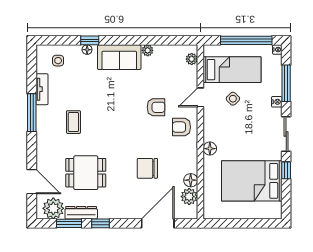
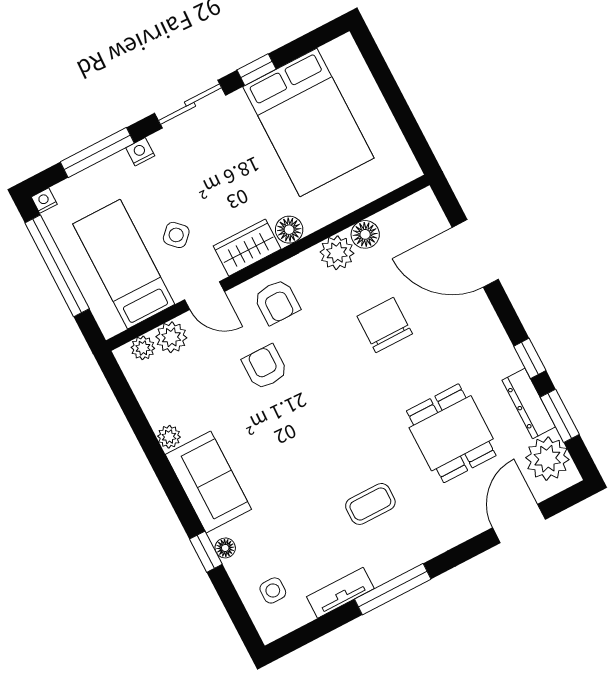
plant: (190, 74) -> (171, 337), added
wardrobe: (212, 126) -> (247, 248), added
chair: (147, 168) -> (385, 325), turned 180
plant: (189, 197) -> (337, 253), moved

